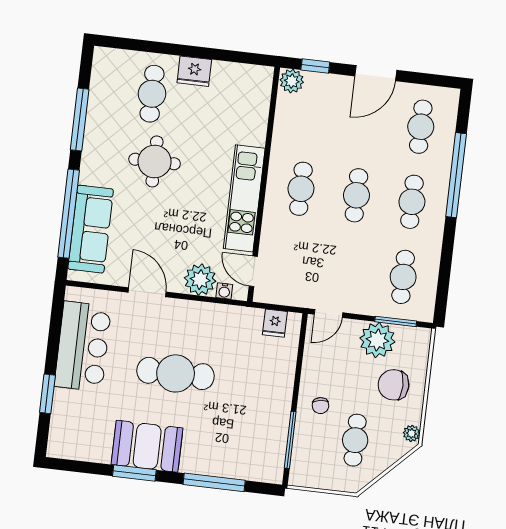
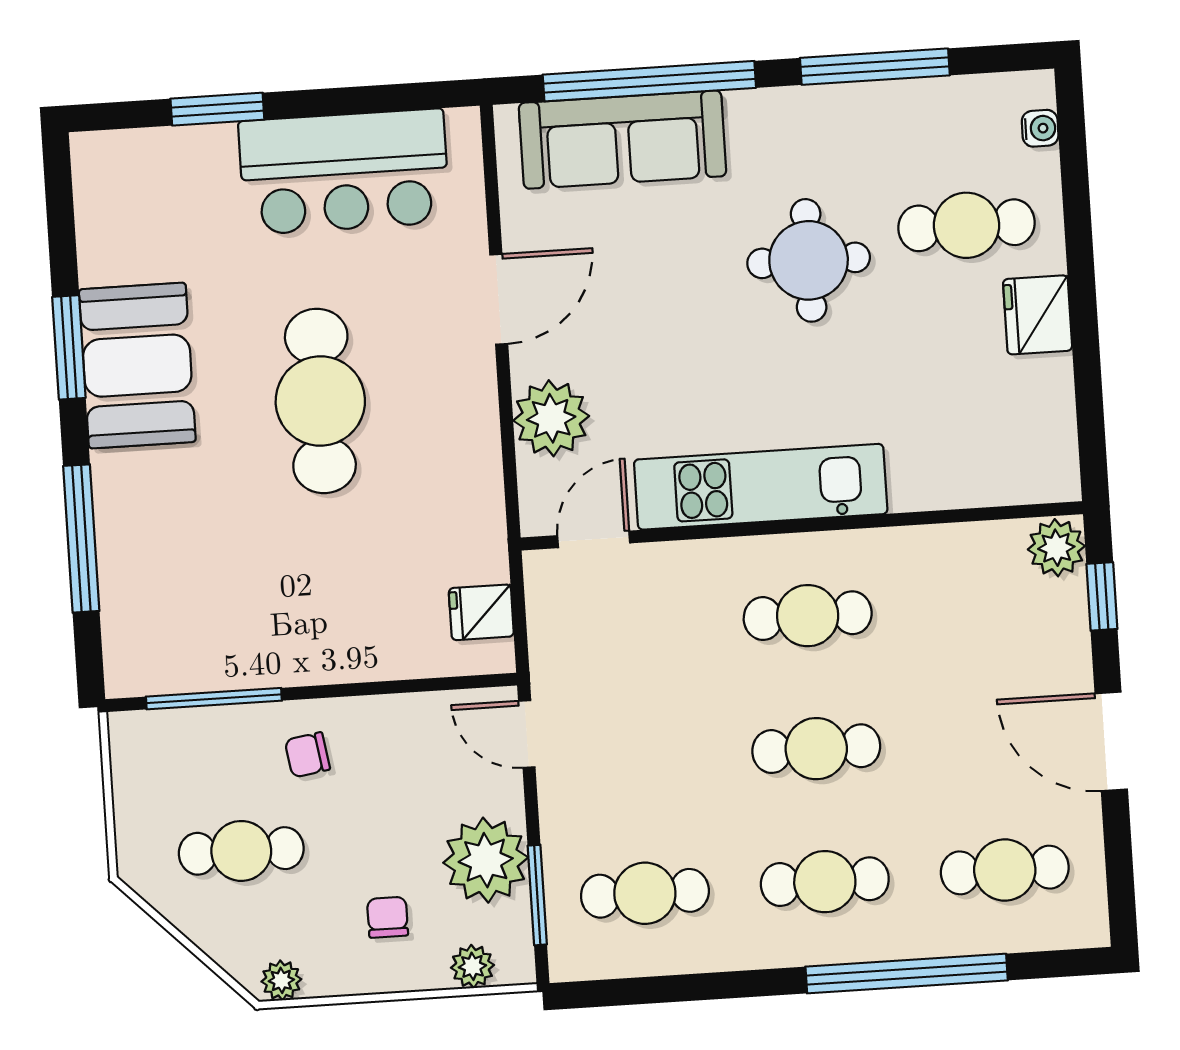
water cooler: (224, 291) -> (1040, 128), moved, turned 180
plant: (420, 354) -> (472, 966), added
chair: (394, 385) -> (388, 917), width x0.54, depth x0.54

